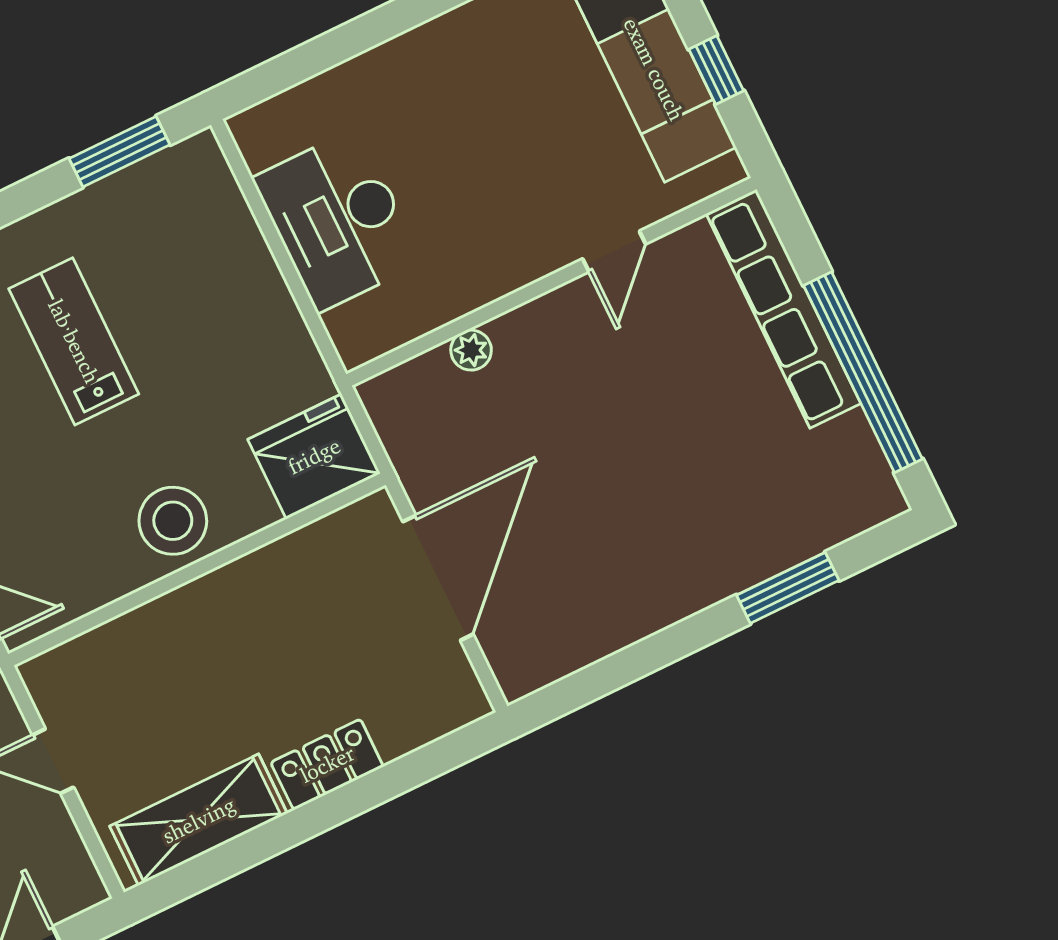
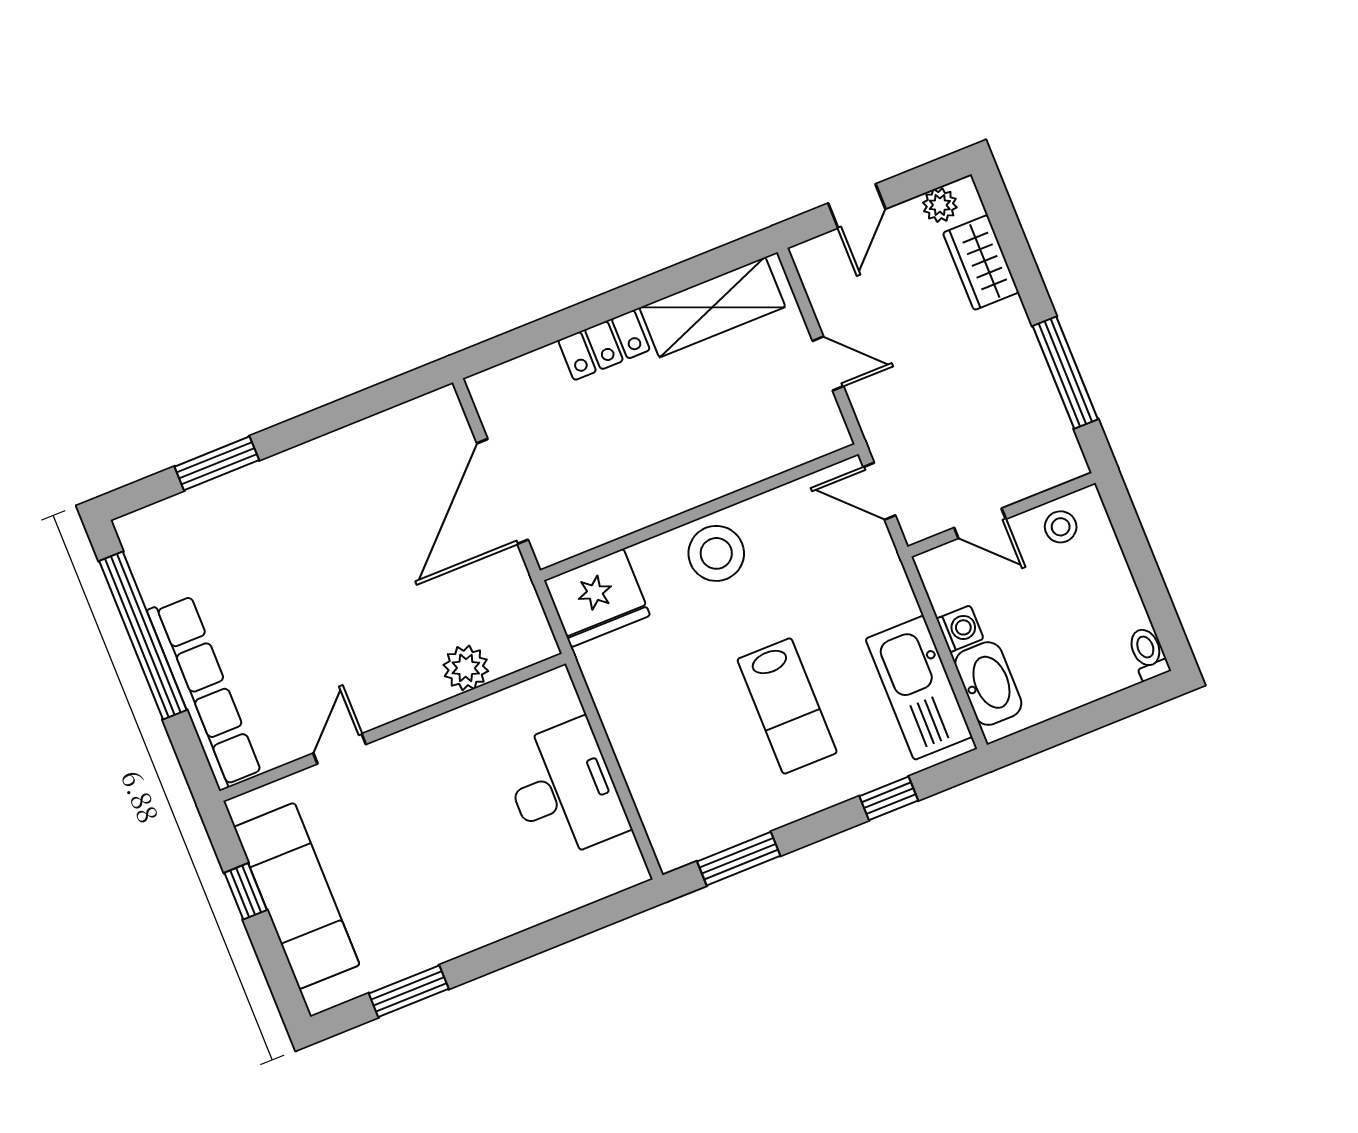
plant: (471, 350) -> (466, 668), width x1.38, depth x1.38

